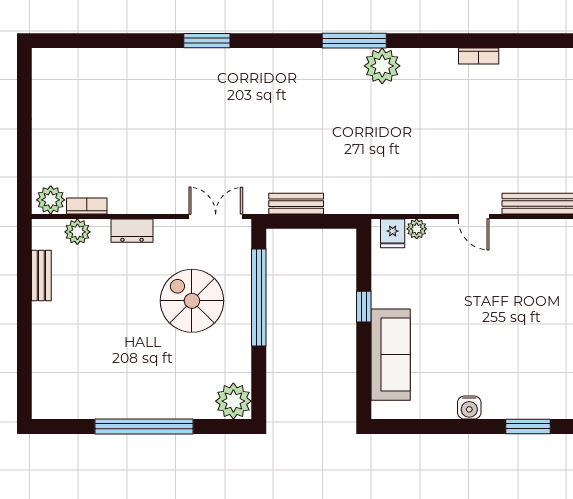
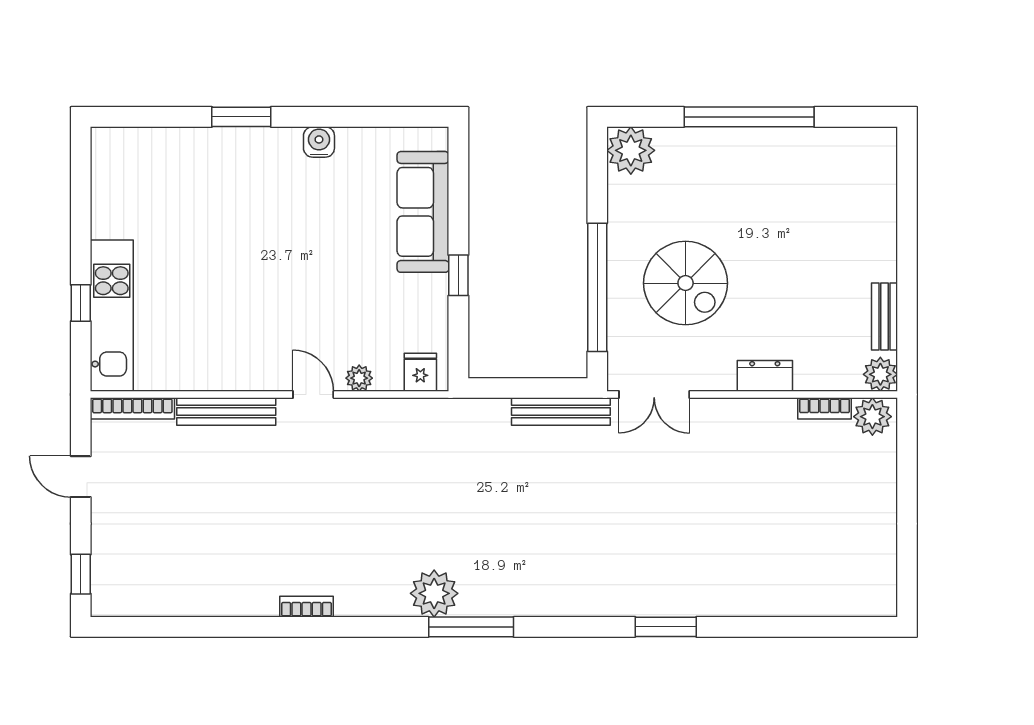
bench: (296, 204) -> (561, 412), width x1.36
plant: (417, 229) -> (359, 378), moved
plant: (77, 232) -> (880, 374), moved

